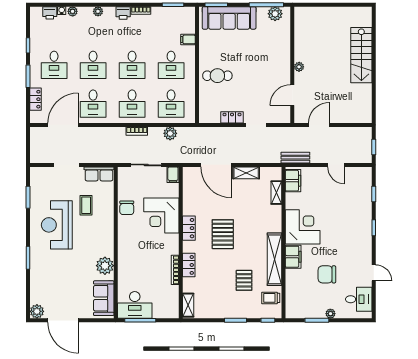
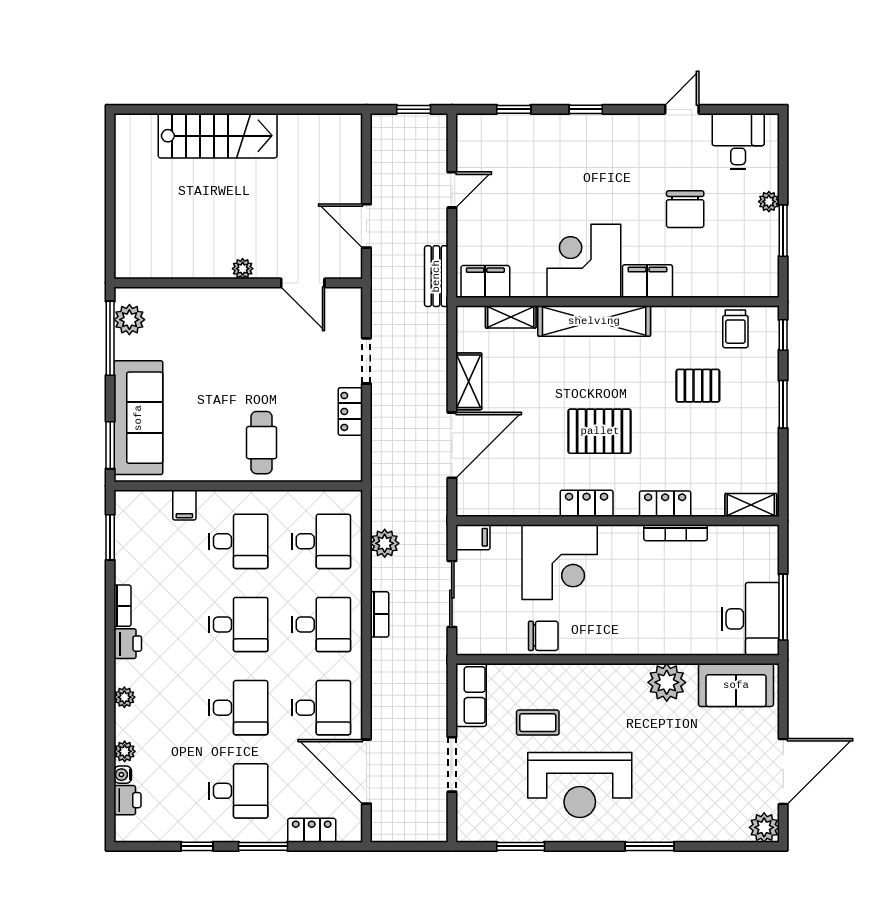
shelving: (274, 259) -> (594, 321), moved

